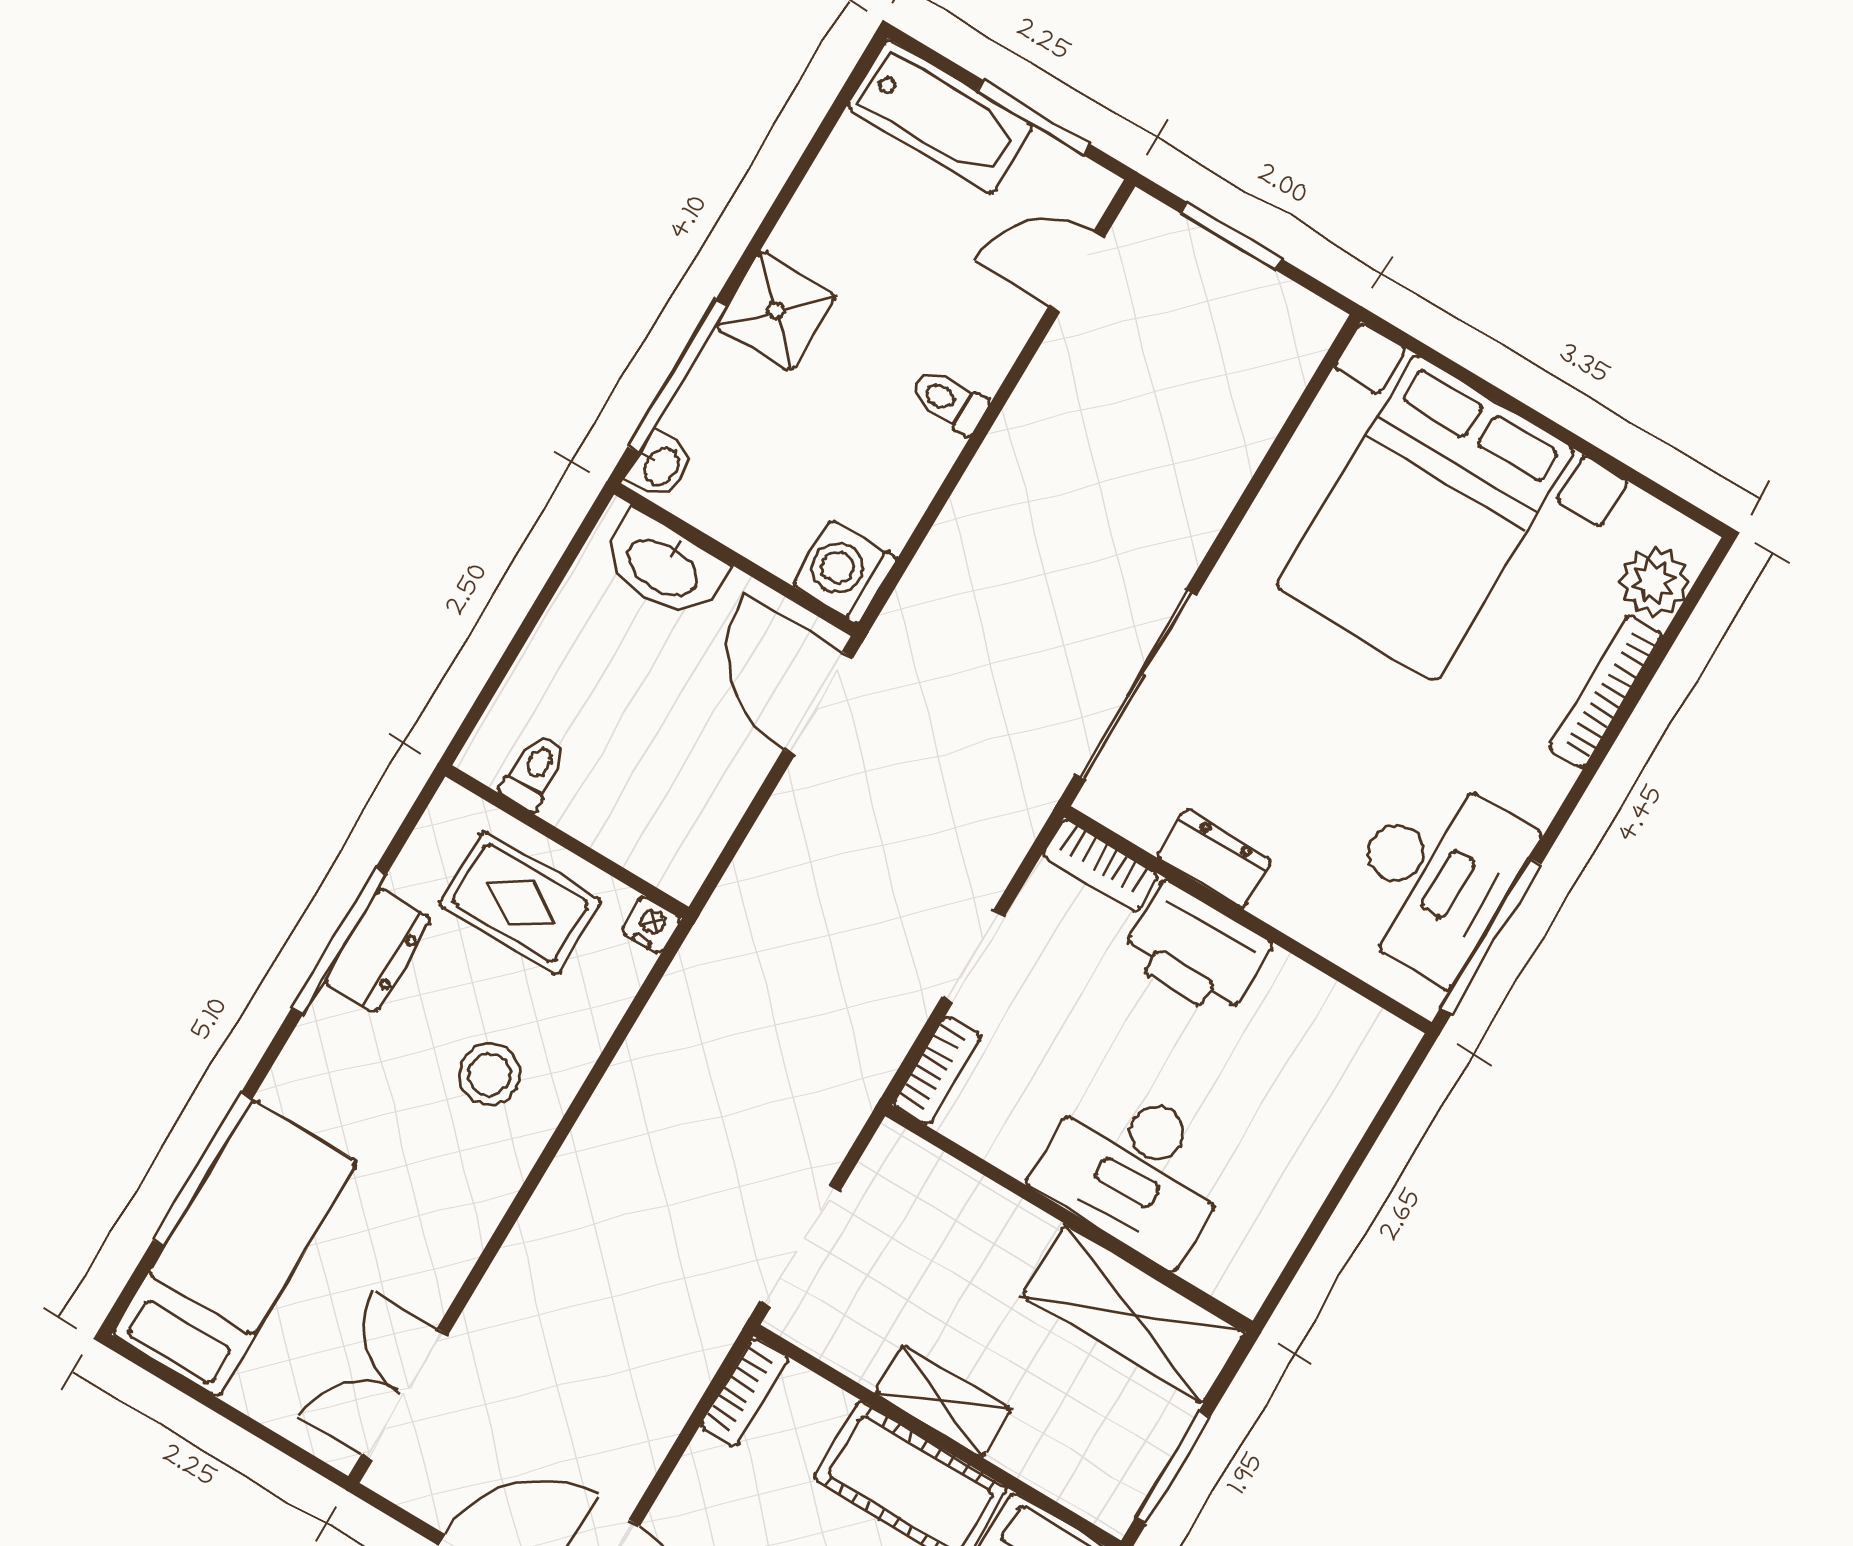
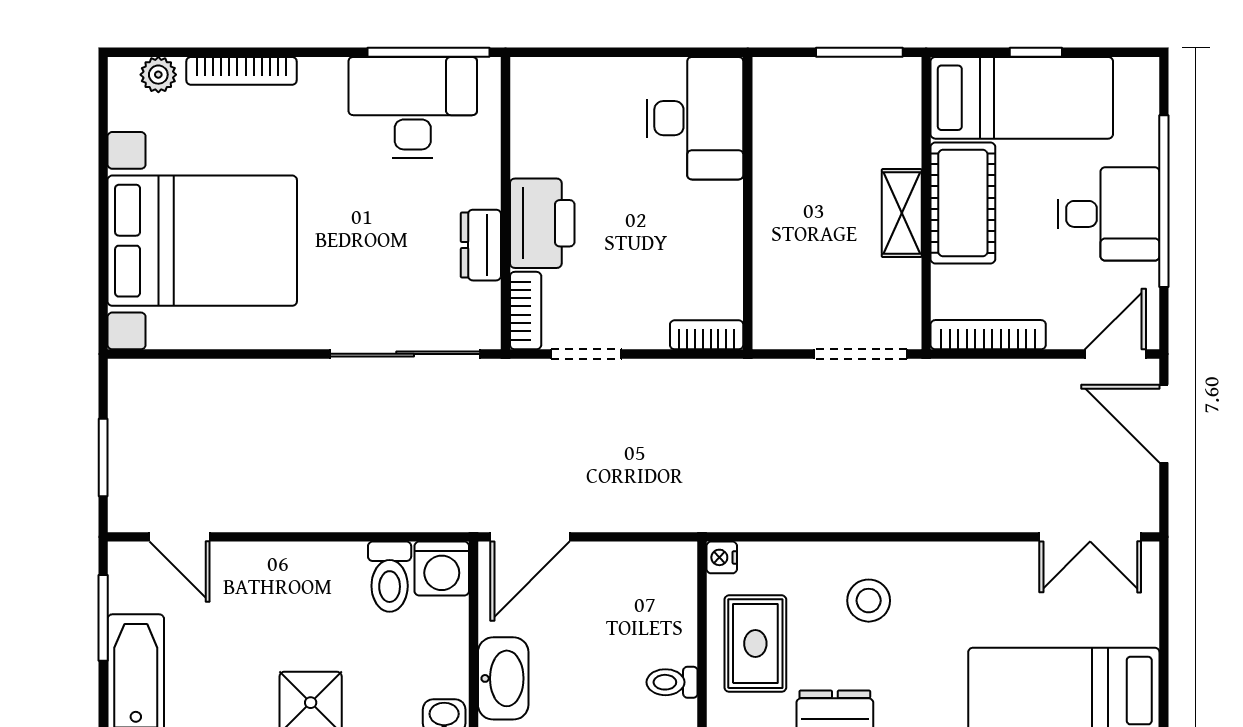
toilet: (949, 401) -> (390, 577), moved, width x1.37, depth x1.39
plant: (1654, 582) -> (158, 75), width x0.73, depth x0.73
doorway: (973, 957) -> (586, 354), moved
desk: (1135, 1169) -> (695, 118), moved
shelving: (1134, 1314) -> (782, 130), removed
bookcase: (745, 1392) -> (988, 335), width x1.56

